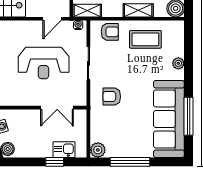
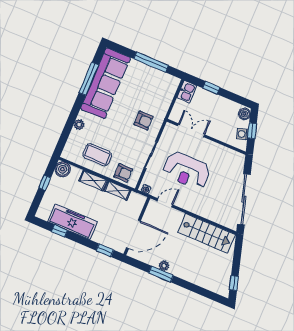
shelving: (87, 11) -> (117, 190), moved
armchair: (110, 32) -> (123, 173), turned 180
reception desk: (44, 63) -> (187, 171), turned 180
kitchen sink: (64, 150) -> (187, 92), moved, turned -90
plant: (98, 150) -> (173, 83), removed

